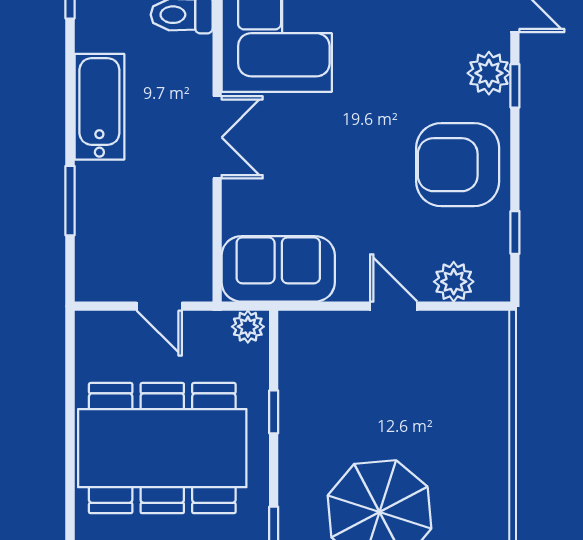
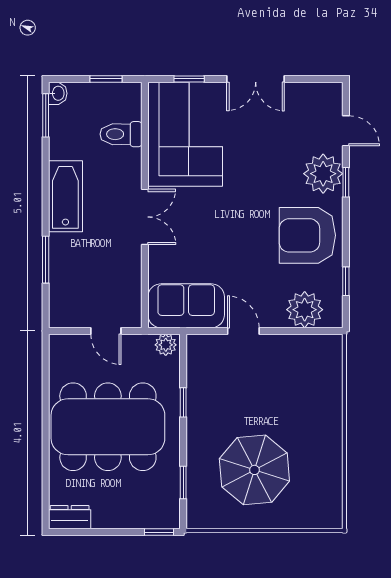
plant: (489, 73) -> (323, 174), width x1.36, depth x1.36
plant: (454, 282) -> (305, 310), width x1.36, depth x1.36
door: (394, 306) -> (243, 331), moved

